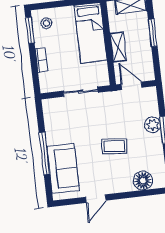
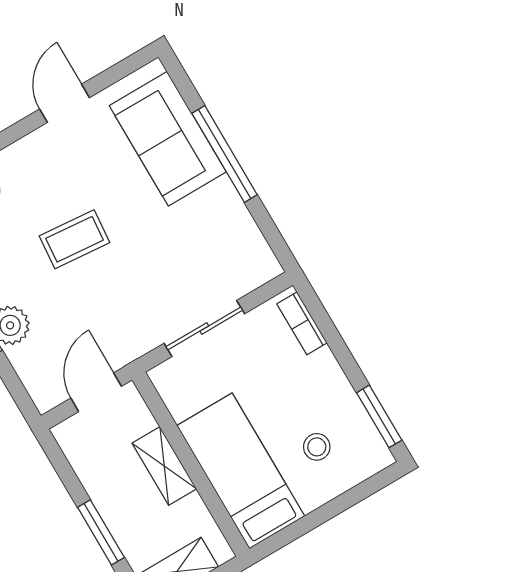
stool: (46, 23) -> (317, 447), moved
bookcase: (41, 60) -> (302, 323), moved
door: (131, 86) -> (96, 392), swing flipped

